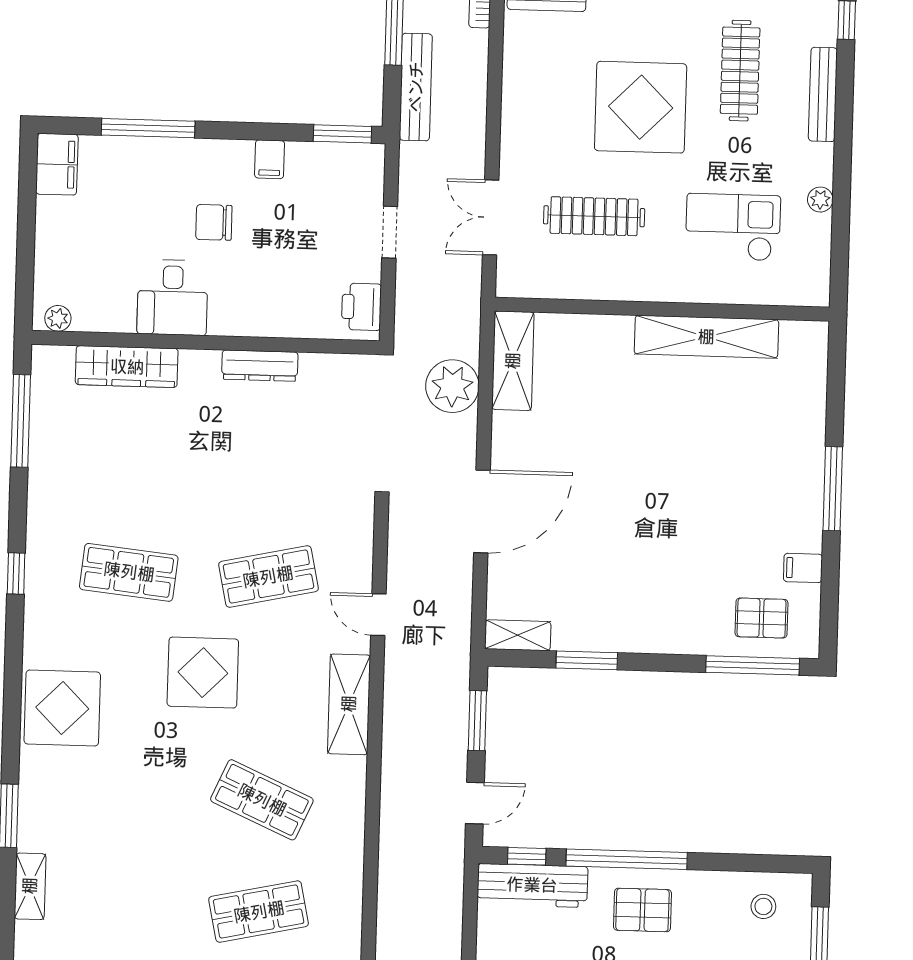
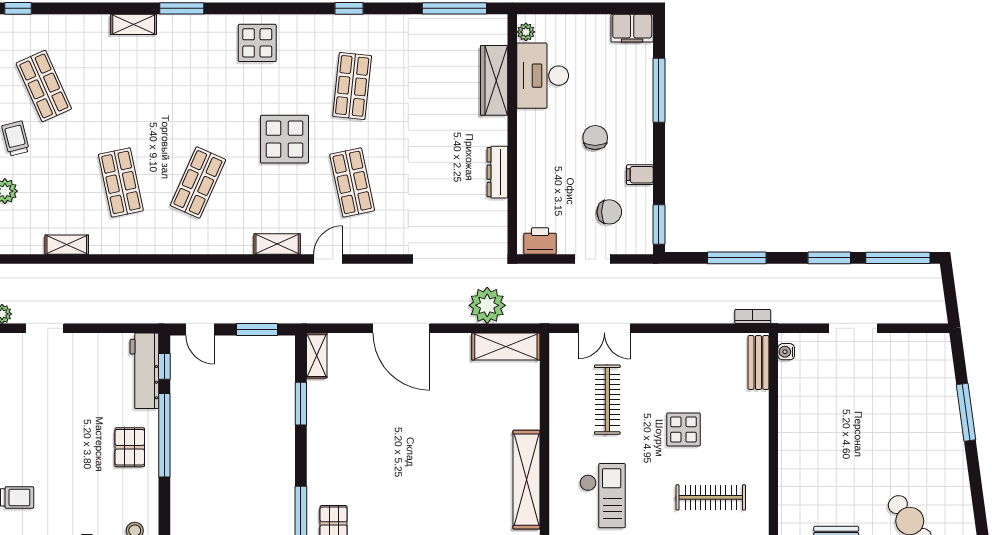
bench: (416, 87) -> (693, 274), removed
display table: (641, 107) -> (683, 429), width x0.54, depth x0.54
chair: (322, 205) -> (609, 212), added
double door: (491, 217) -> (604, 328), swing flipped
desk: (173, 297) -> (543, 76), moved, width x1.37
shelving: (349, 704) -> (277, 244), width x0.67, depth x0.75
display table: (62, 708) -> (257, 43), width x0.73, depth x0.73

